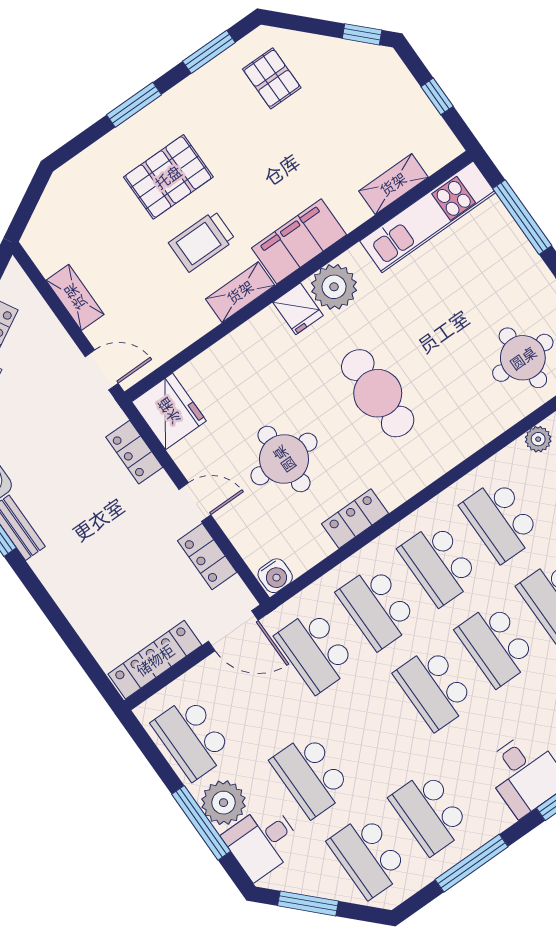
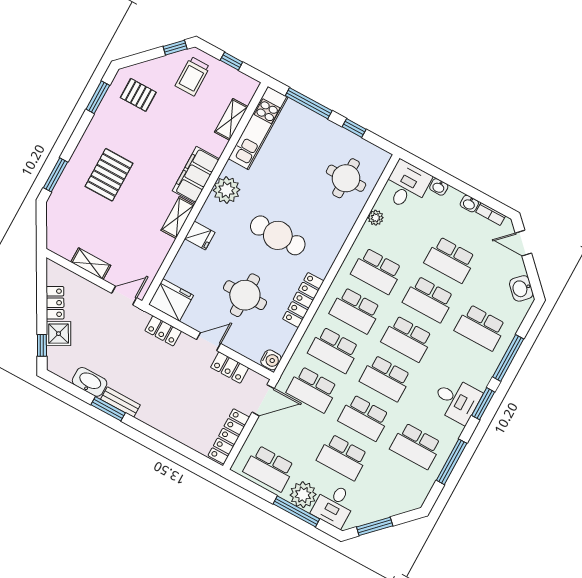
window: (134, 105) -> (56, 175), moved
trolley: (202, 241) -> (193, 76), moved
fridge: (298, 309) -> (200, 236), moved
locker: (355, 519) -> (303, 300), width x1.53
school desk: (368, 856) -> (364, 418), moved

